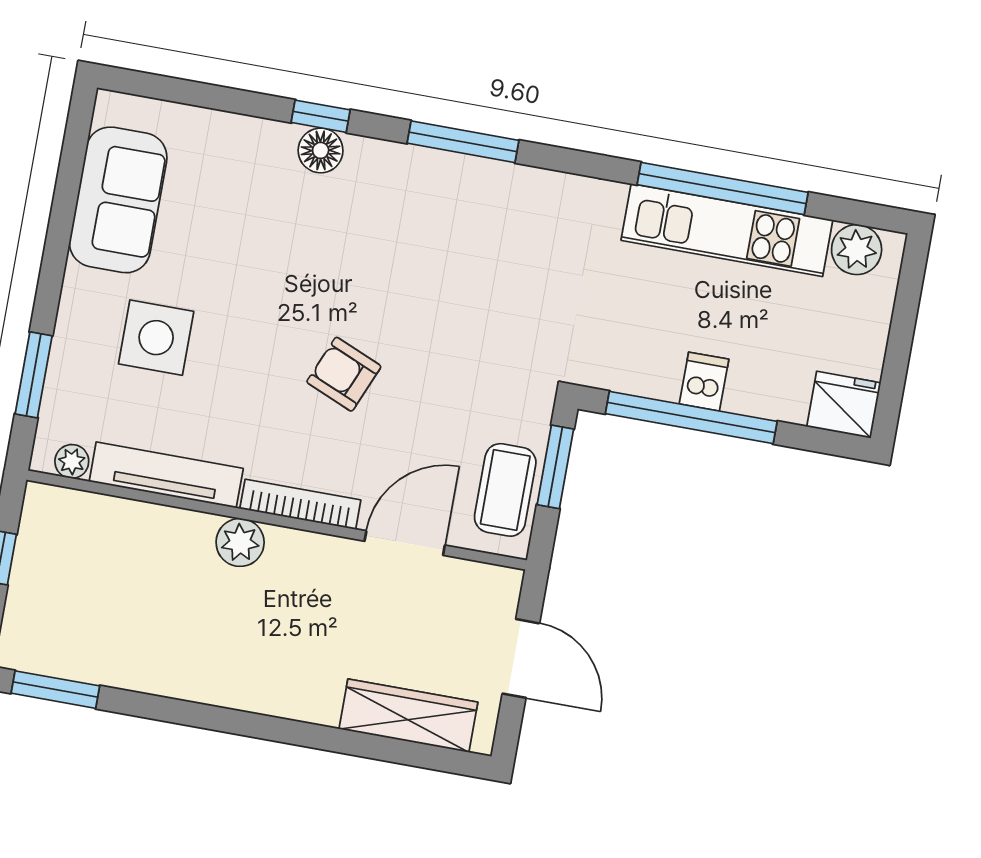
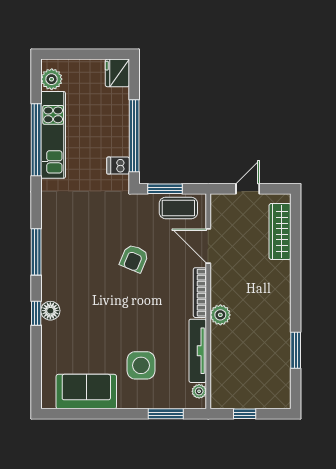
armchair: (344, 374) -> (134, 258), moved
dishwasher: (704, 382) -> (118, 166), moved
door: (521, 658) -> (248, 189), width x0.73
window: (55, 690) -> (296, 350), moved

